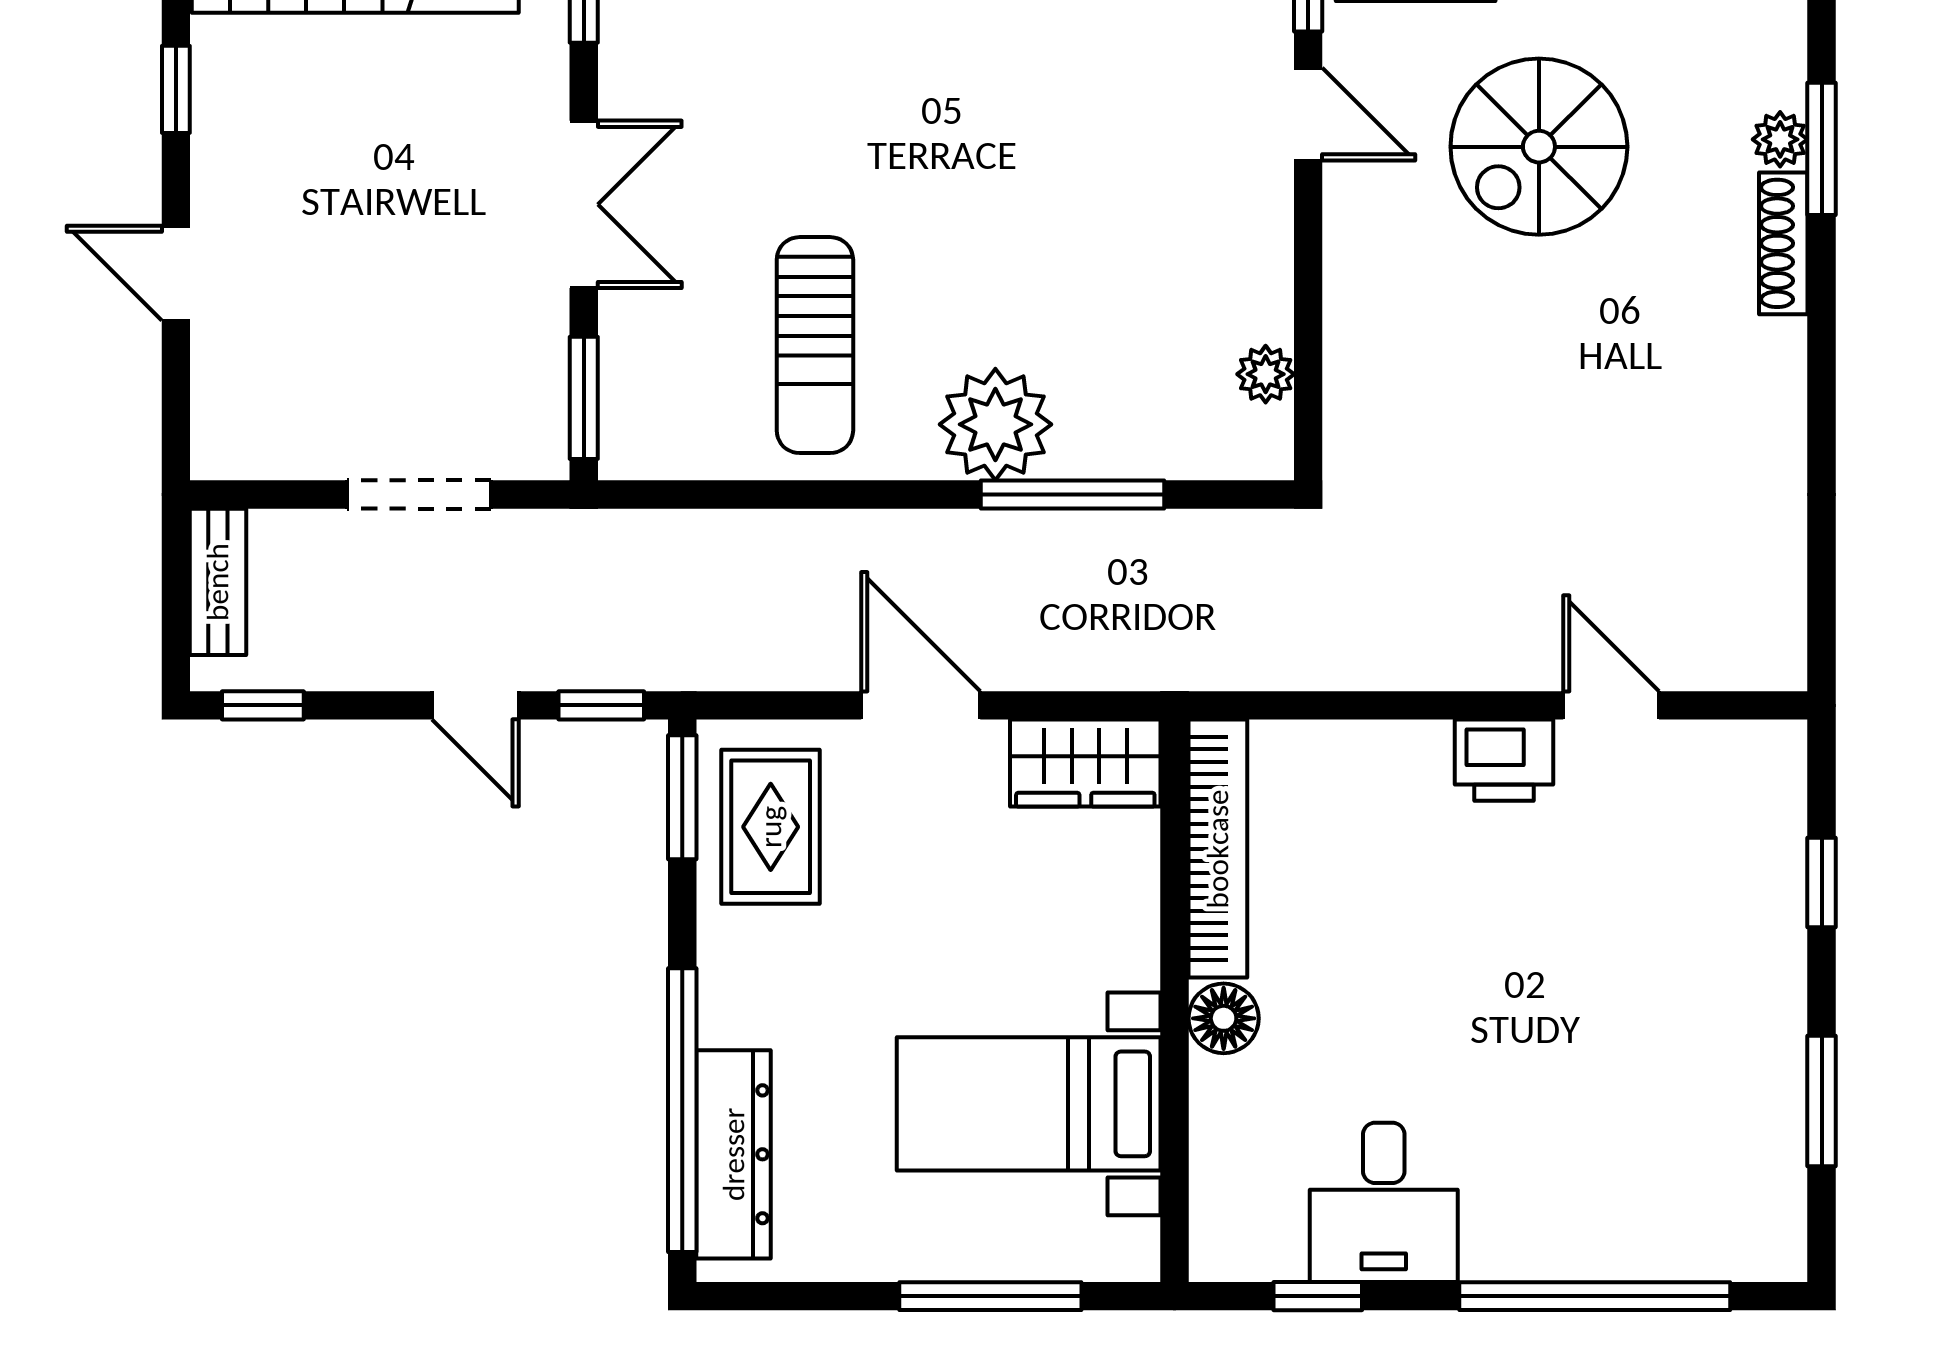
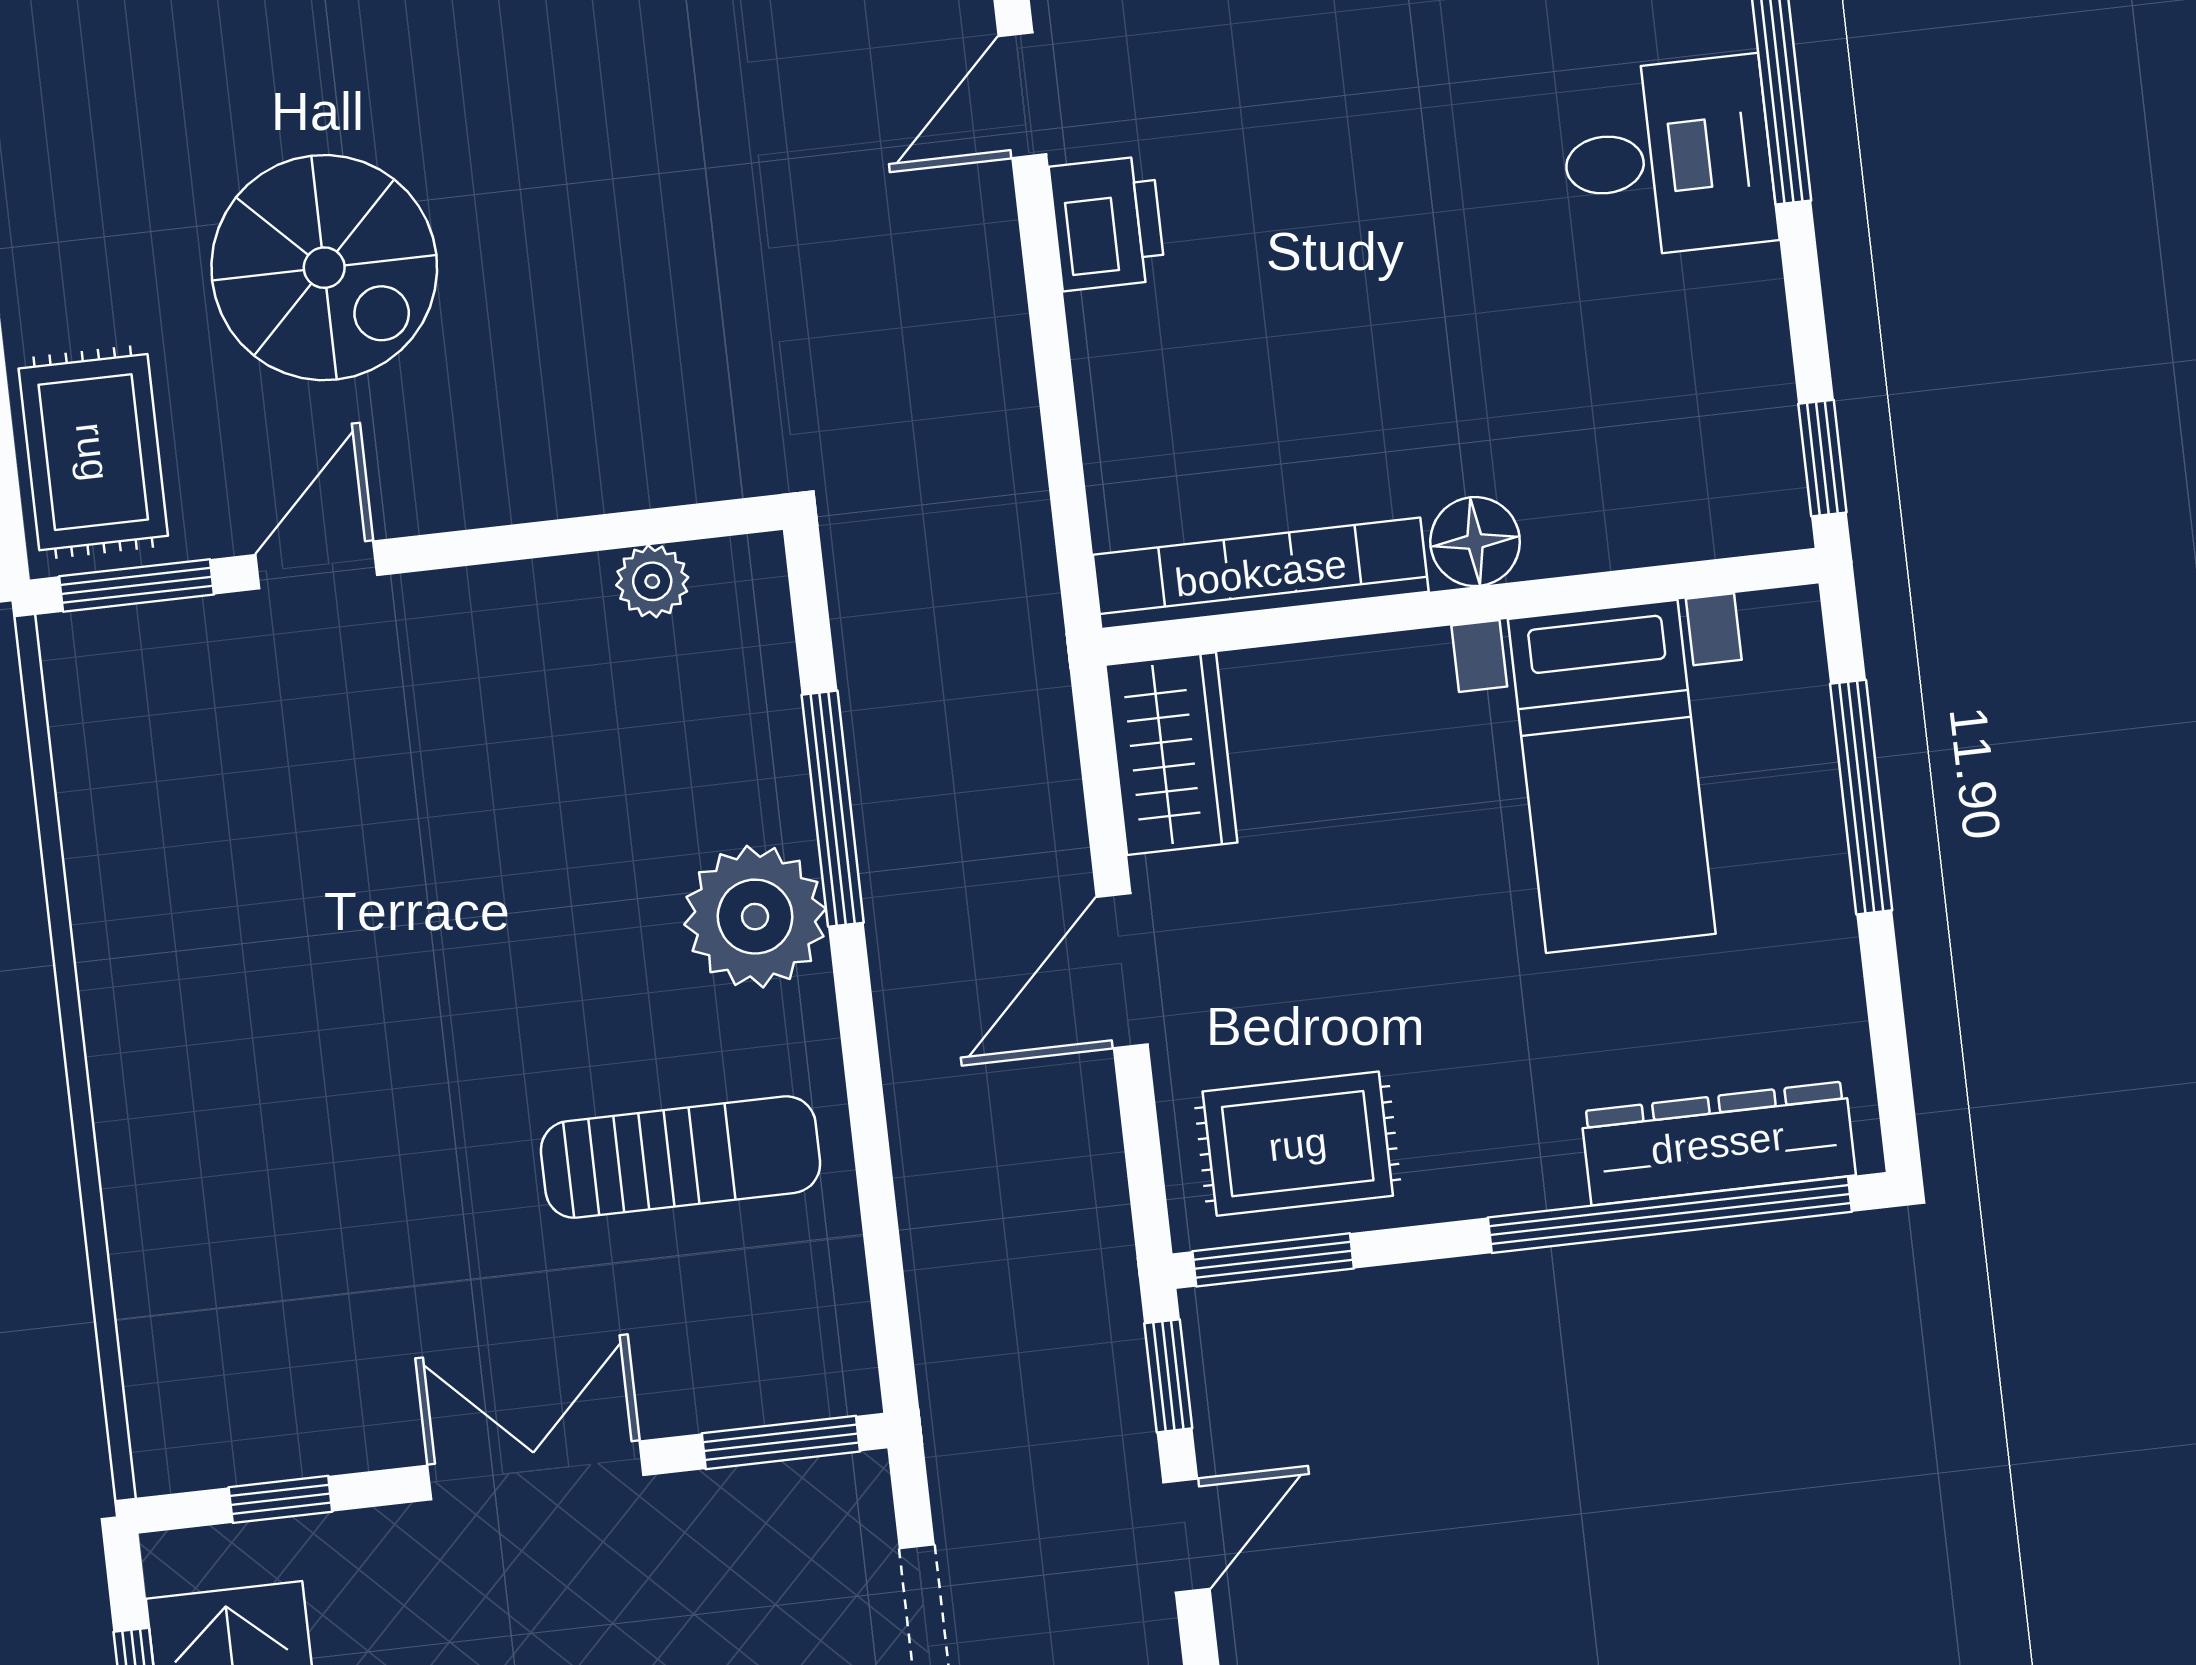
desk: (1384, 1202) -> (1668, 158), moved
window: (1318, 1296) -> (1822, 458), moved

